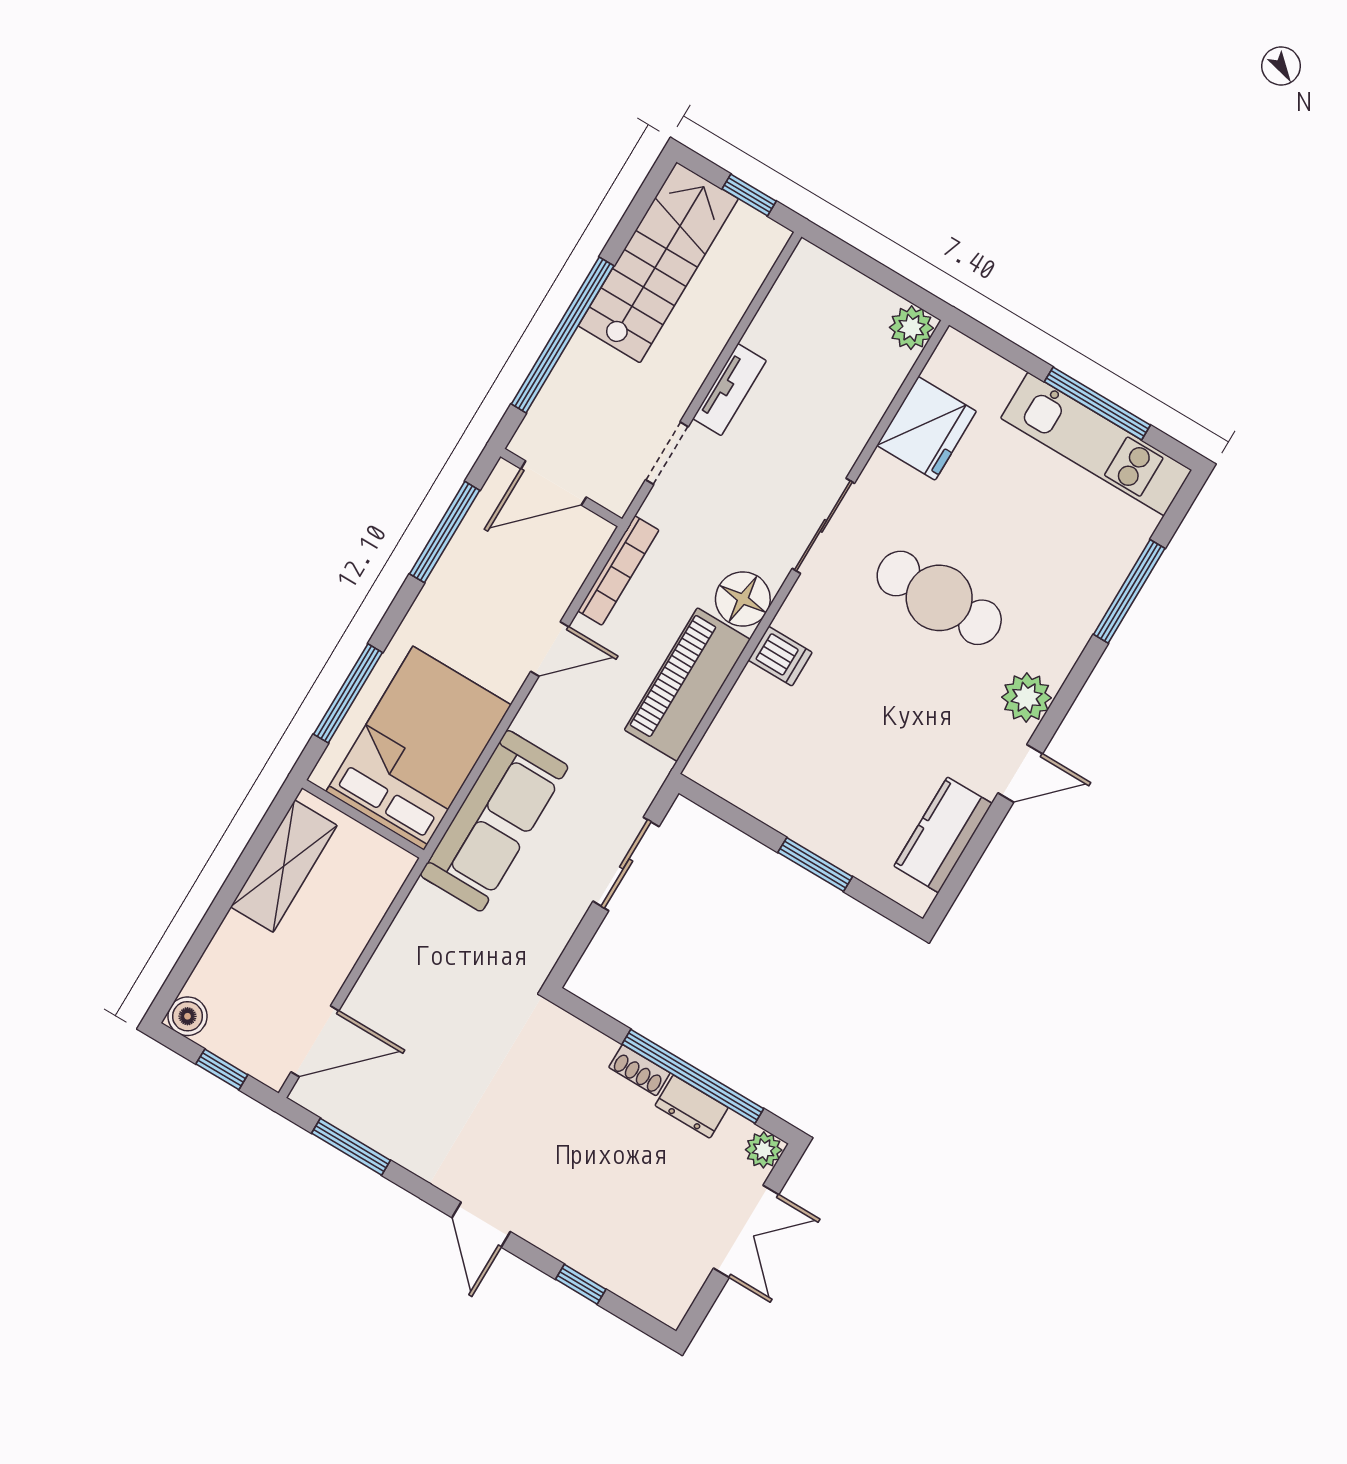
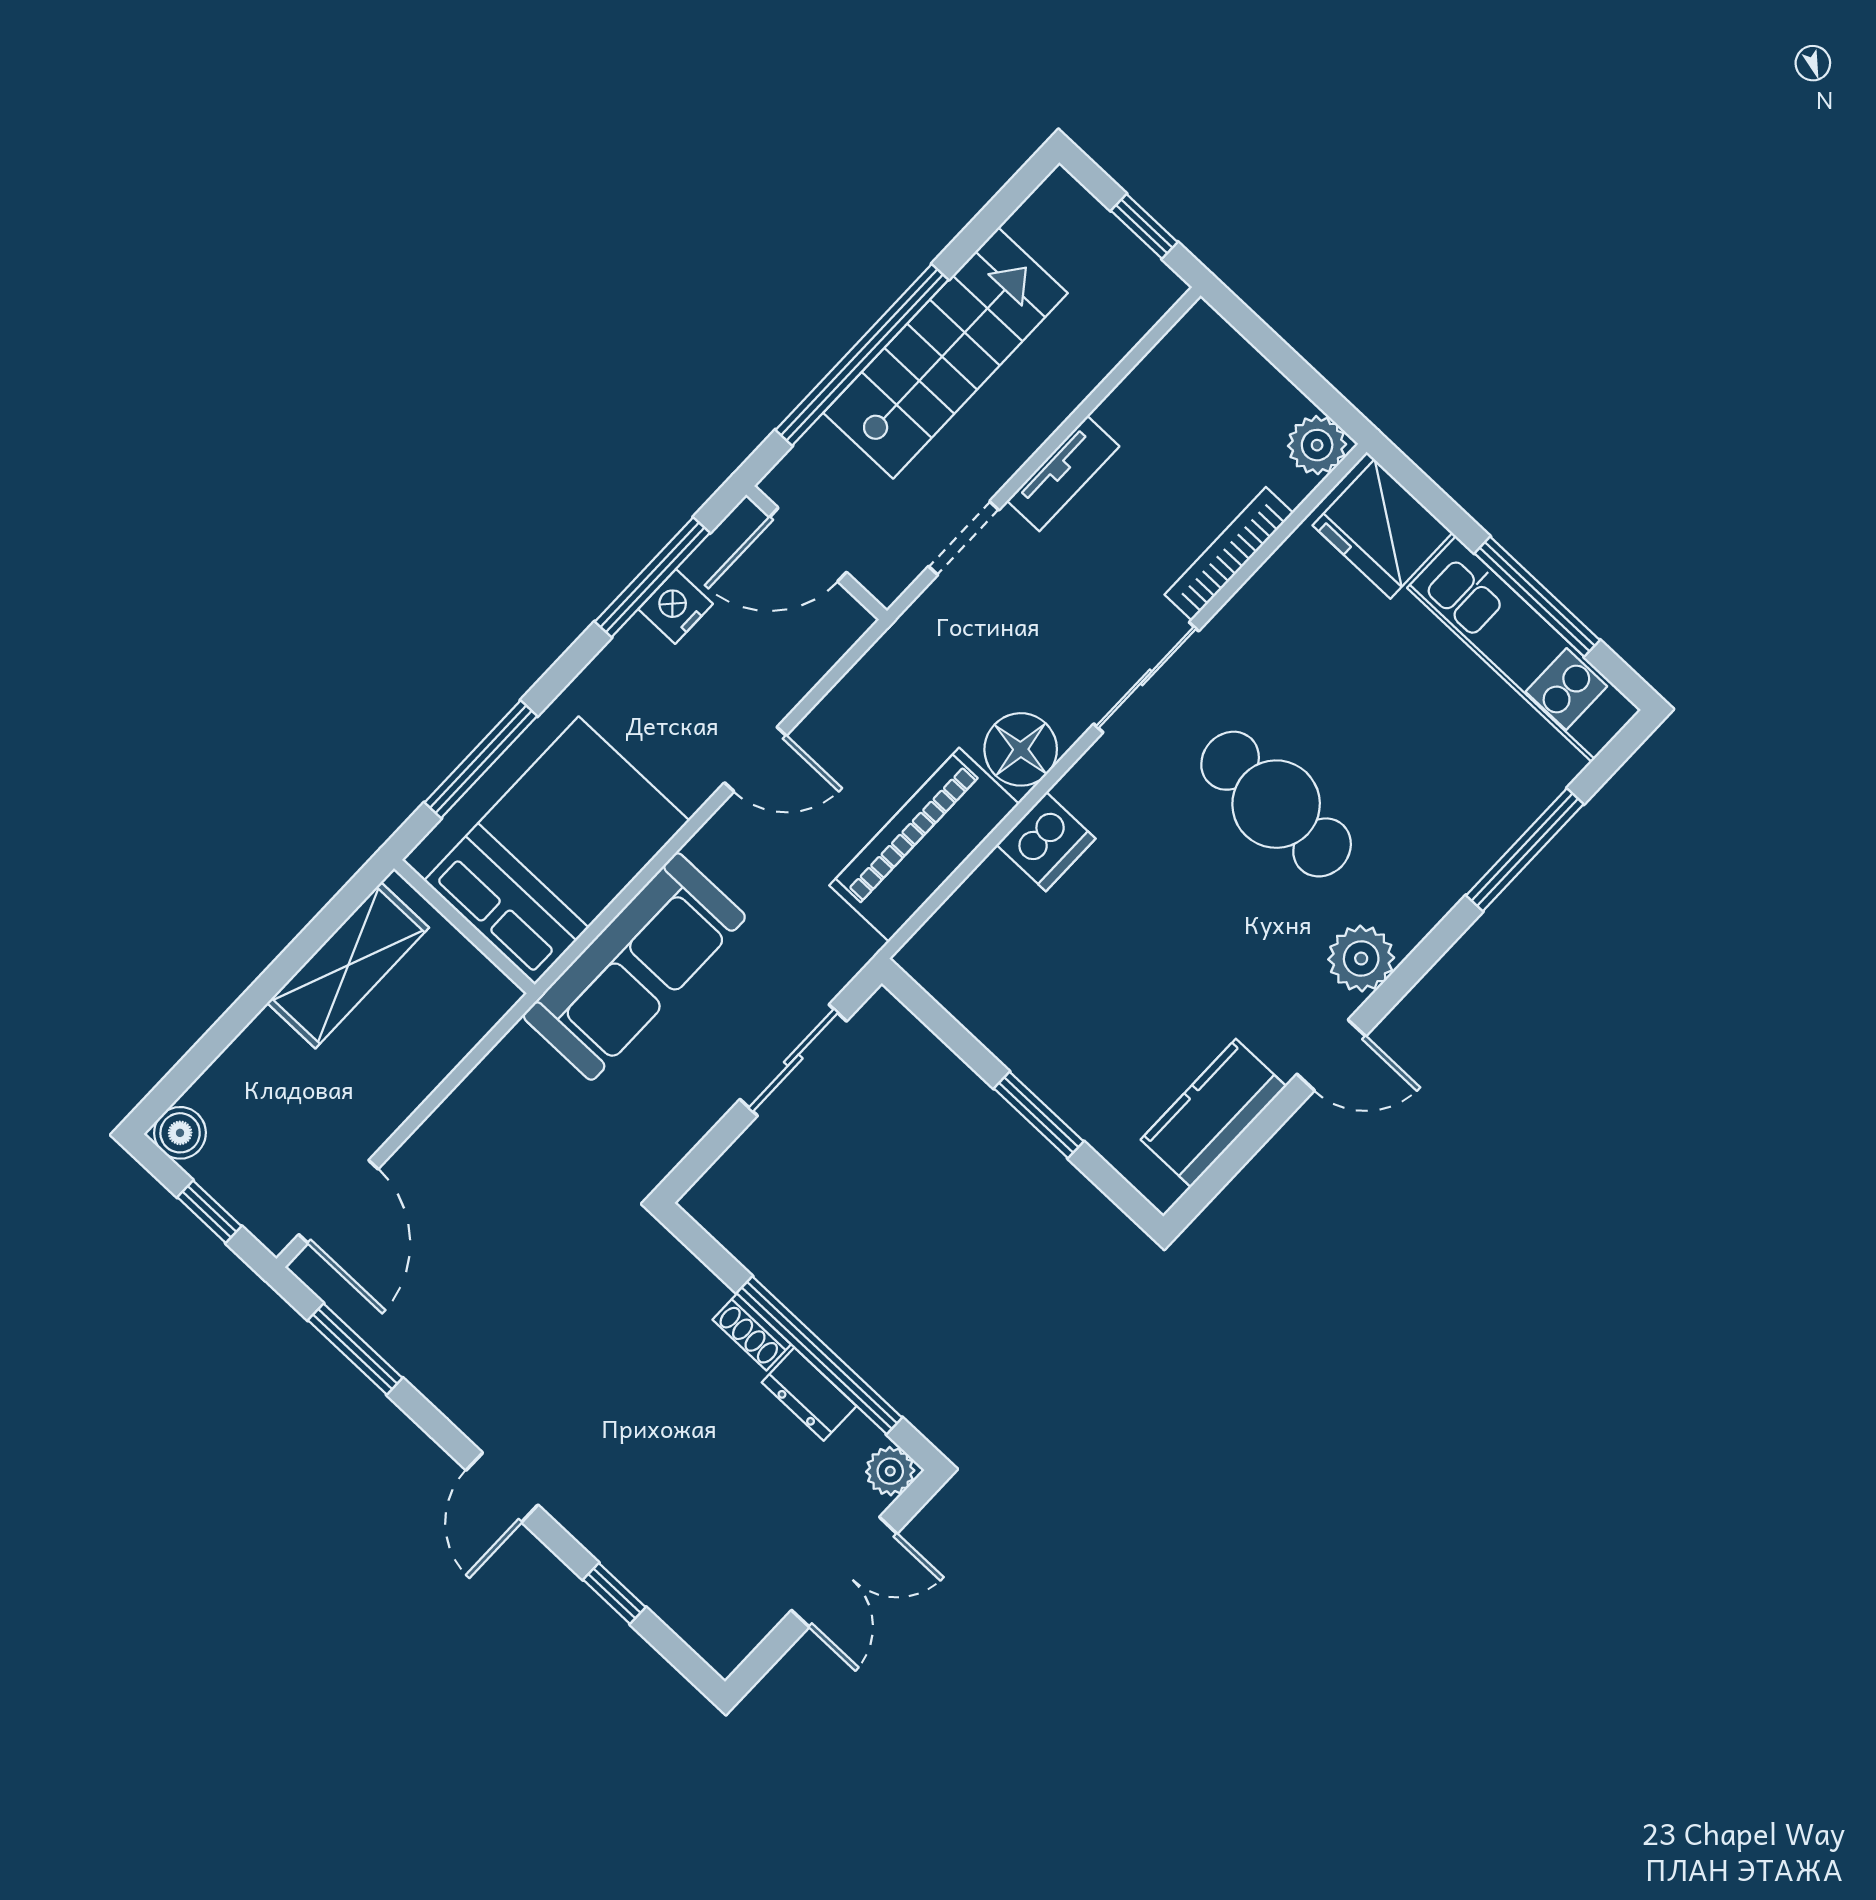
stairs: (658, 262) -> (946, 353), moved
fridge: (927, 428) -> (1383, 529), moved, turned 90
nightstand: (466, 550) -> (676, 606), added
bookcase: (618, 570) -> (1229, 554), moved, turned 180
dishwasher: (780, 656) -> (1046, 842), width x1.38
door: (315, 1041) -> (338, 1202), hinge flipped

